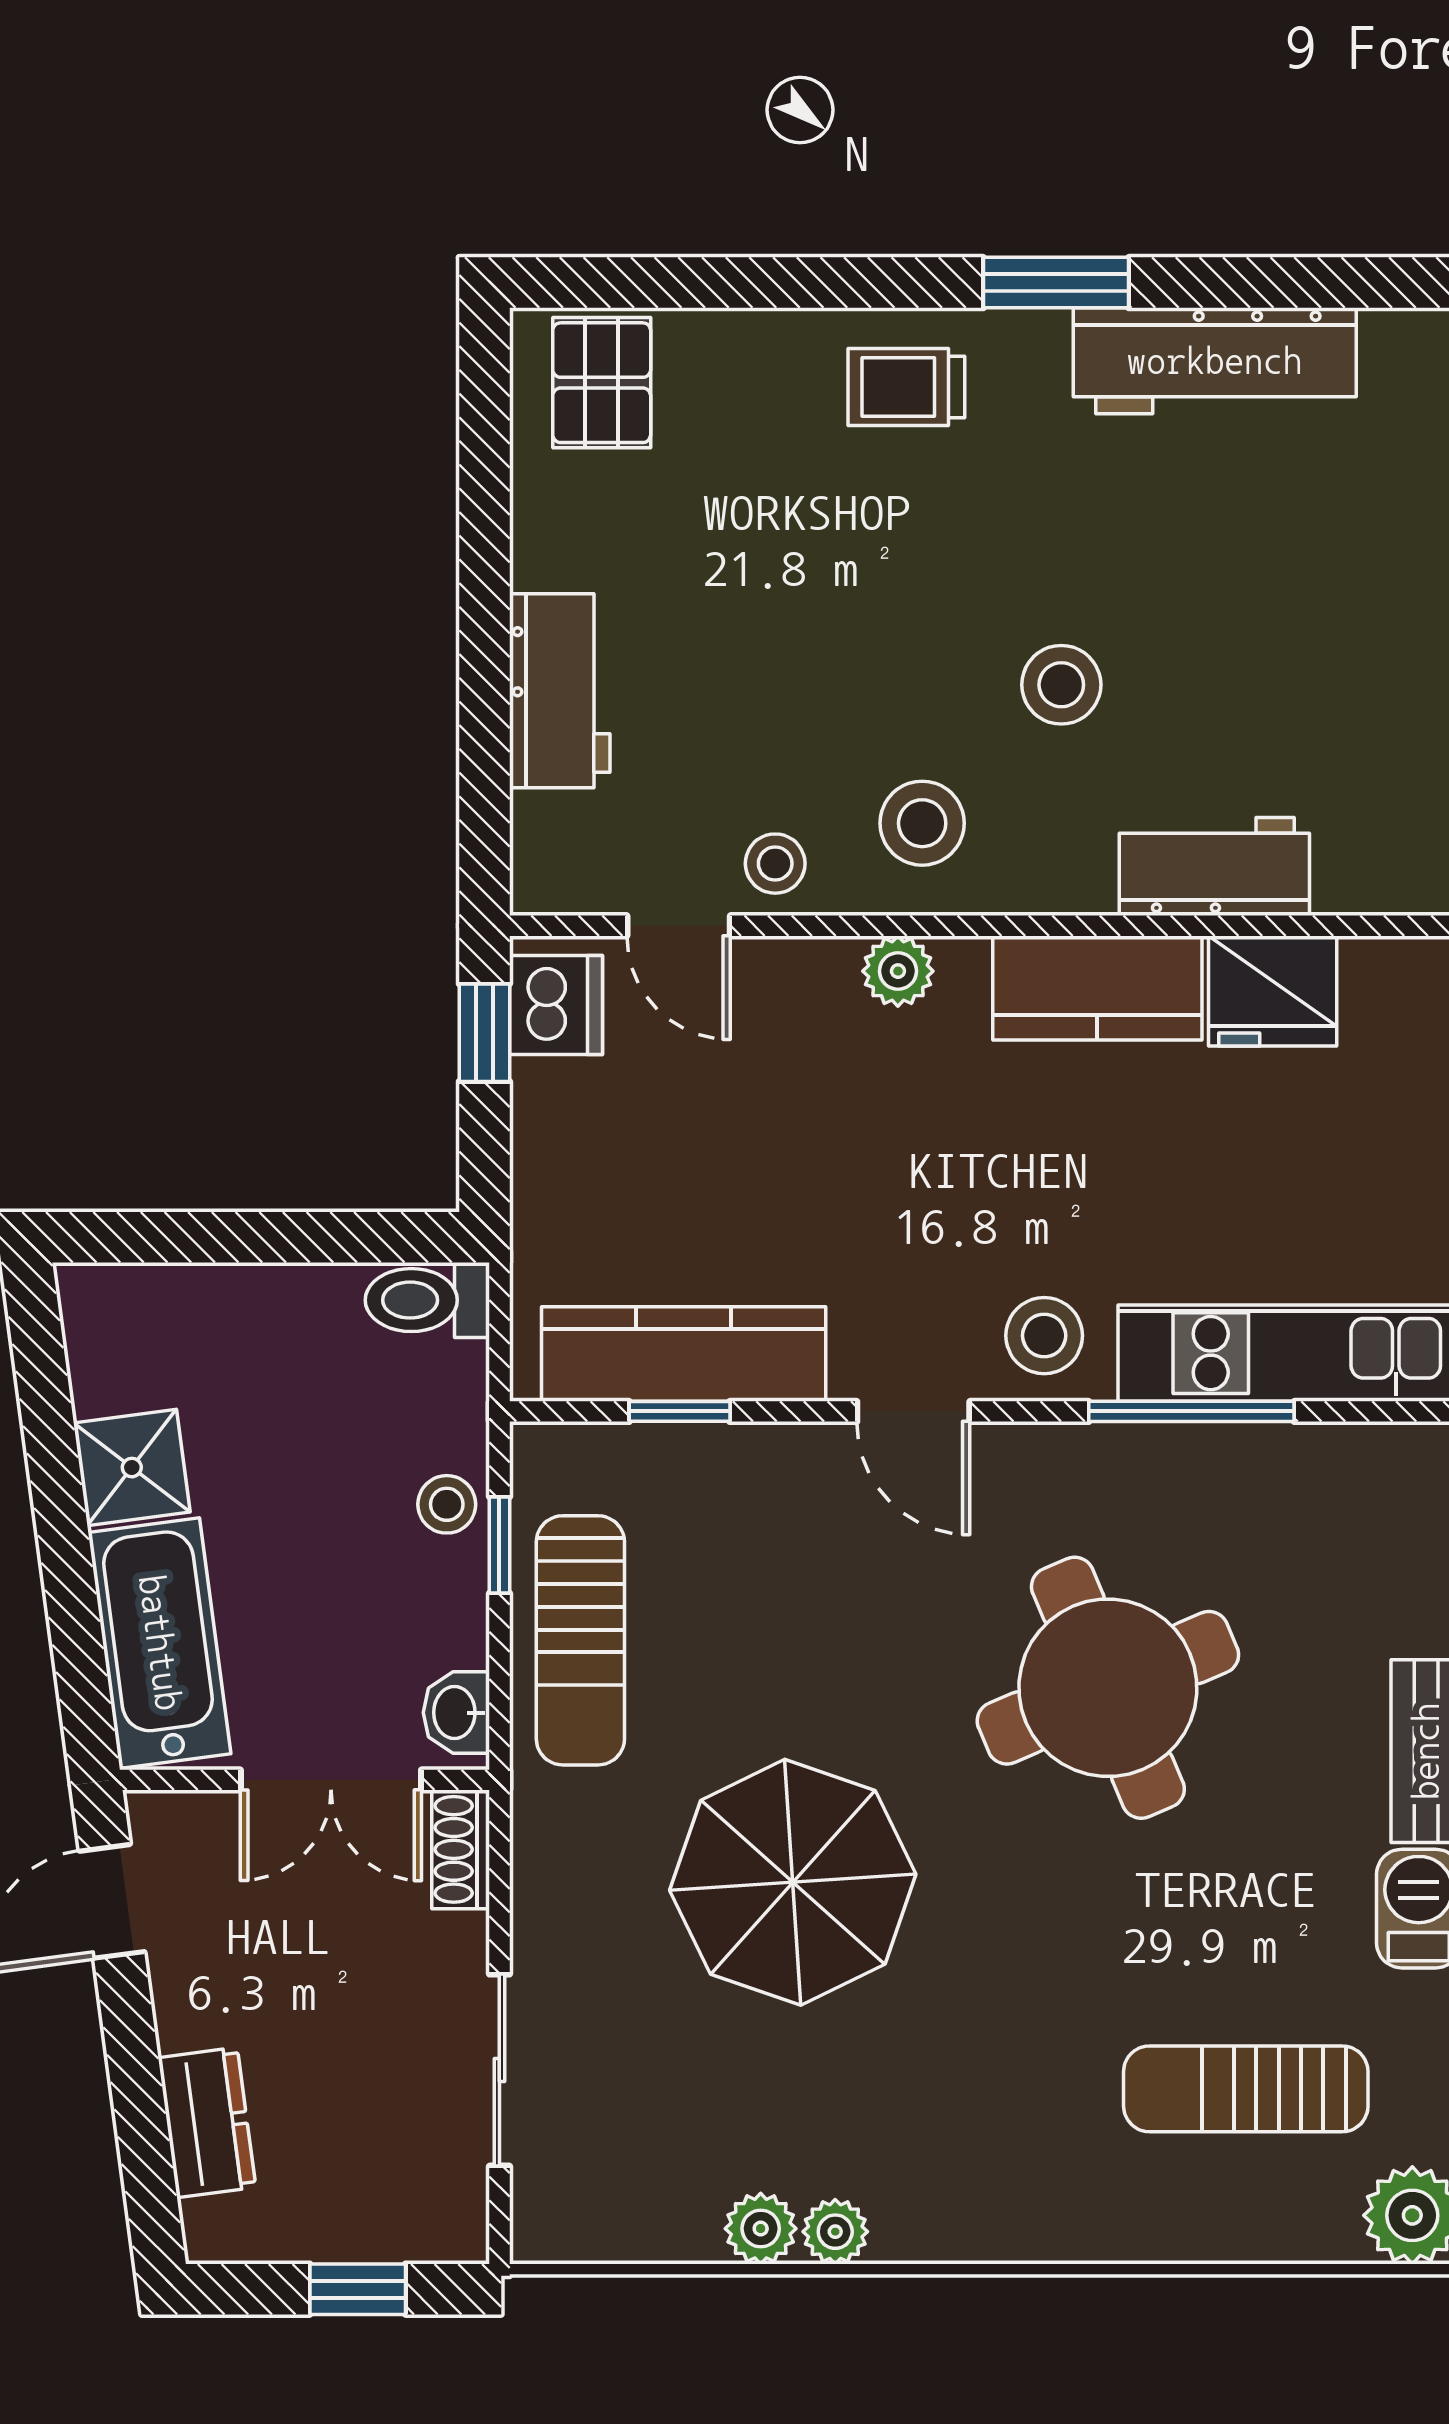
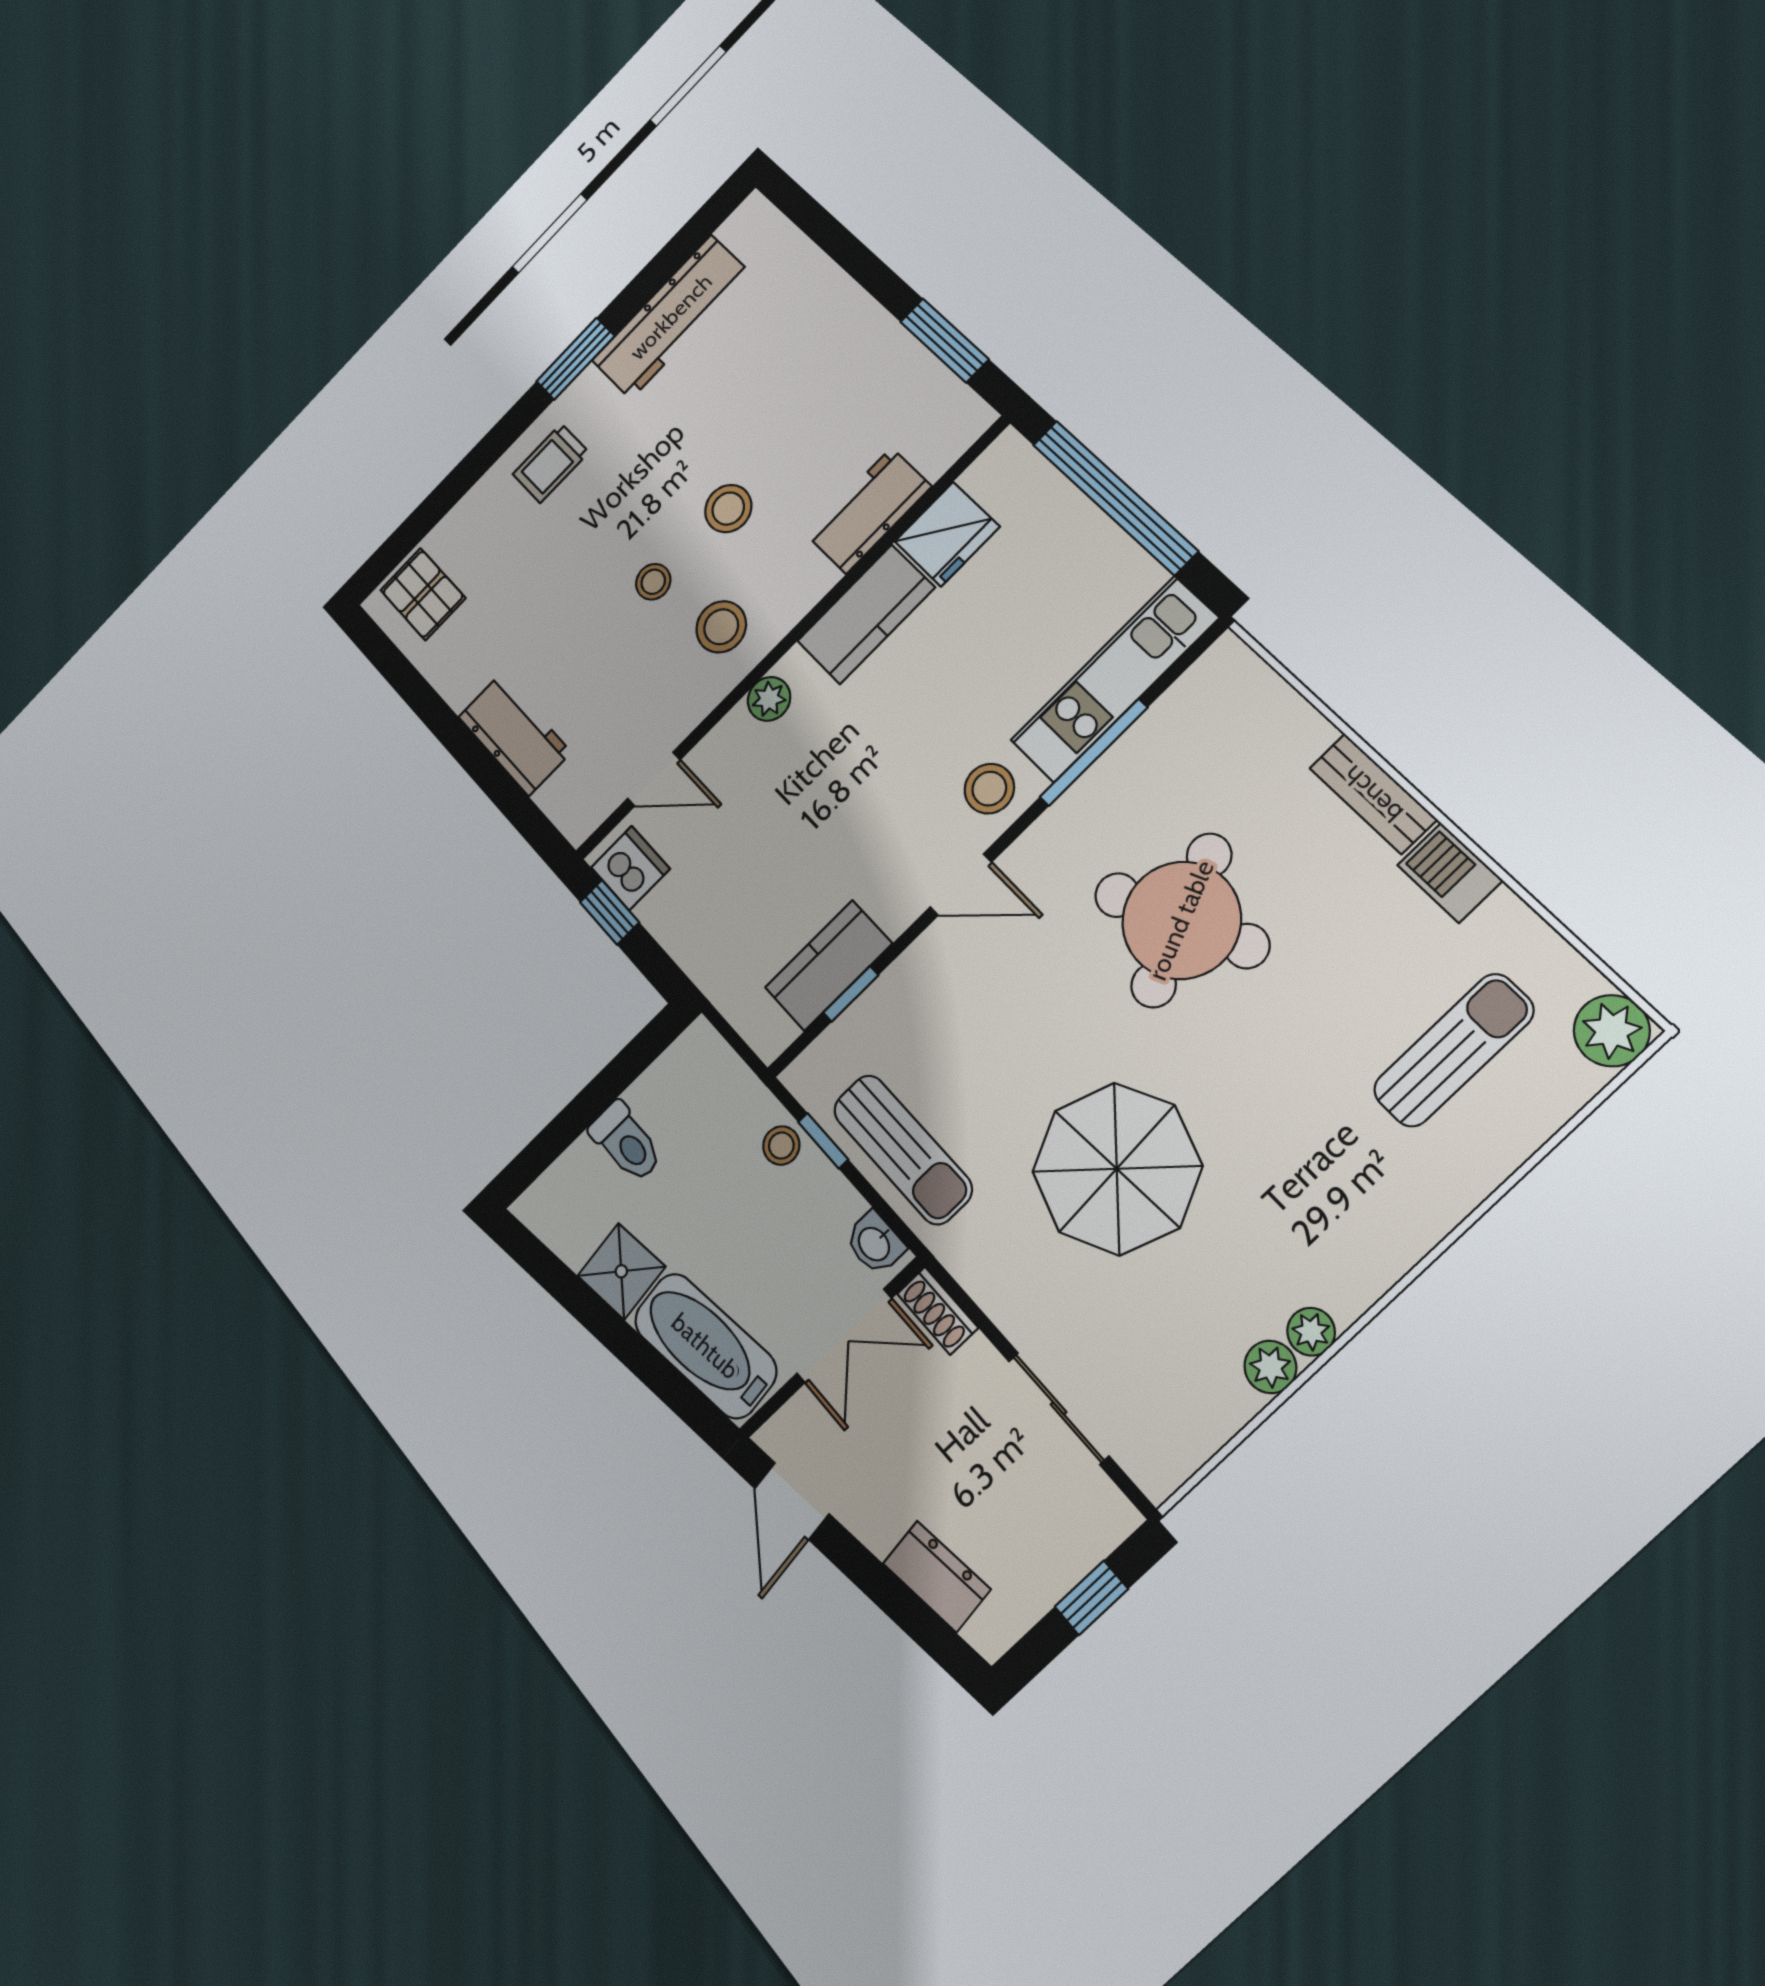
stool: (775, 864) -> (653, 582), moved
toilet: (427, 1300) -> (626, 1142), moved, turned -90
kitchen counter: (684, 1354) -> (828, 966), width x0.67
sun lounger: (1246, 2089) -> (1453, 1050), turned 180

